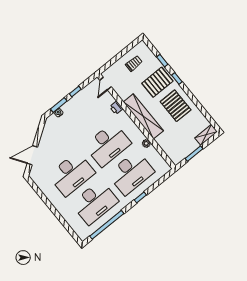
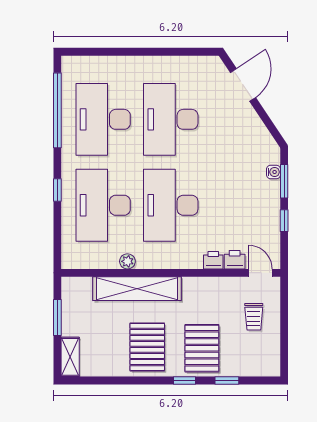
trolley: (134, 63) -> (254, 317), moved
printer: (109, 99) -> (235, 260), added
pallet: (176, 106) -> (147, 347), turned 90
shelving: (143, 116) -> (137, 289), moved

